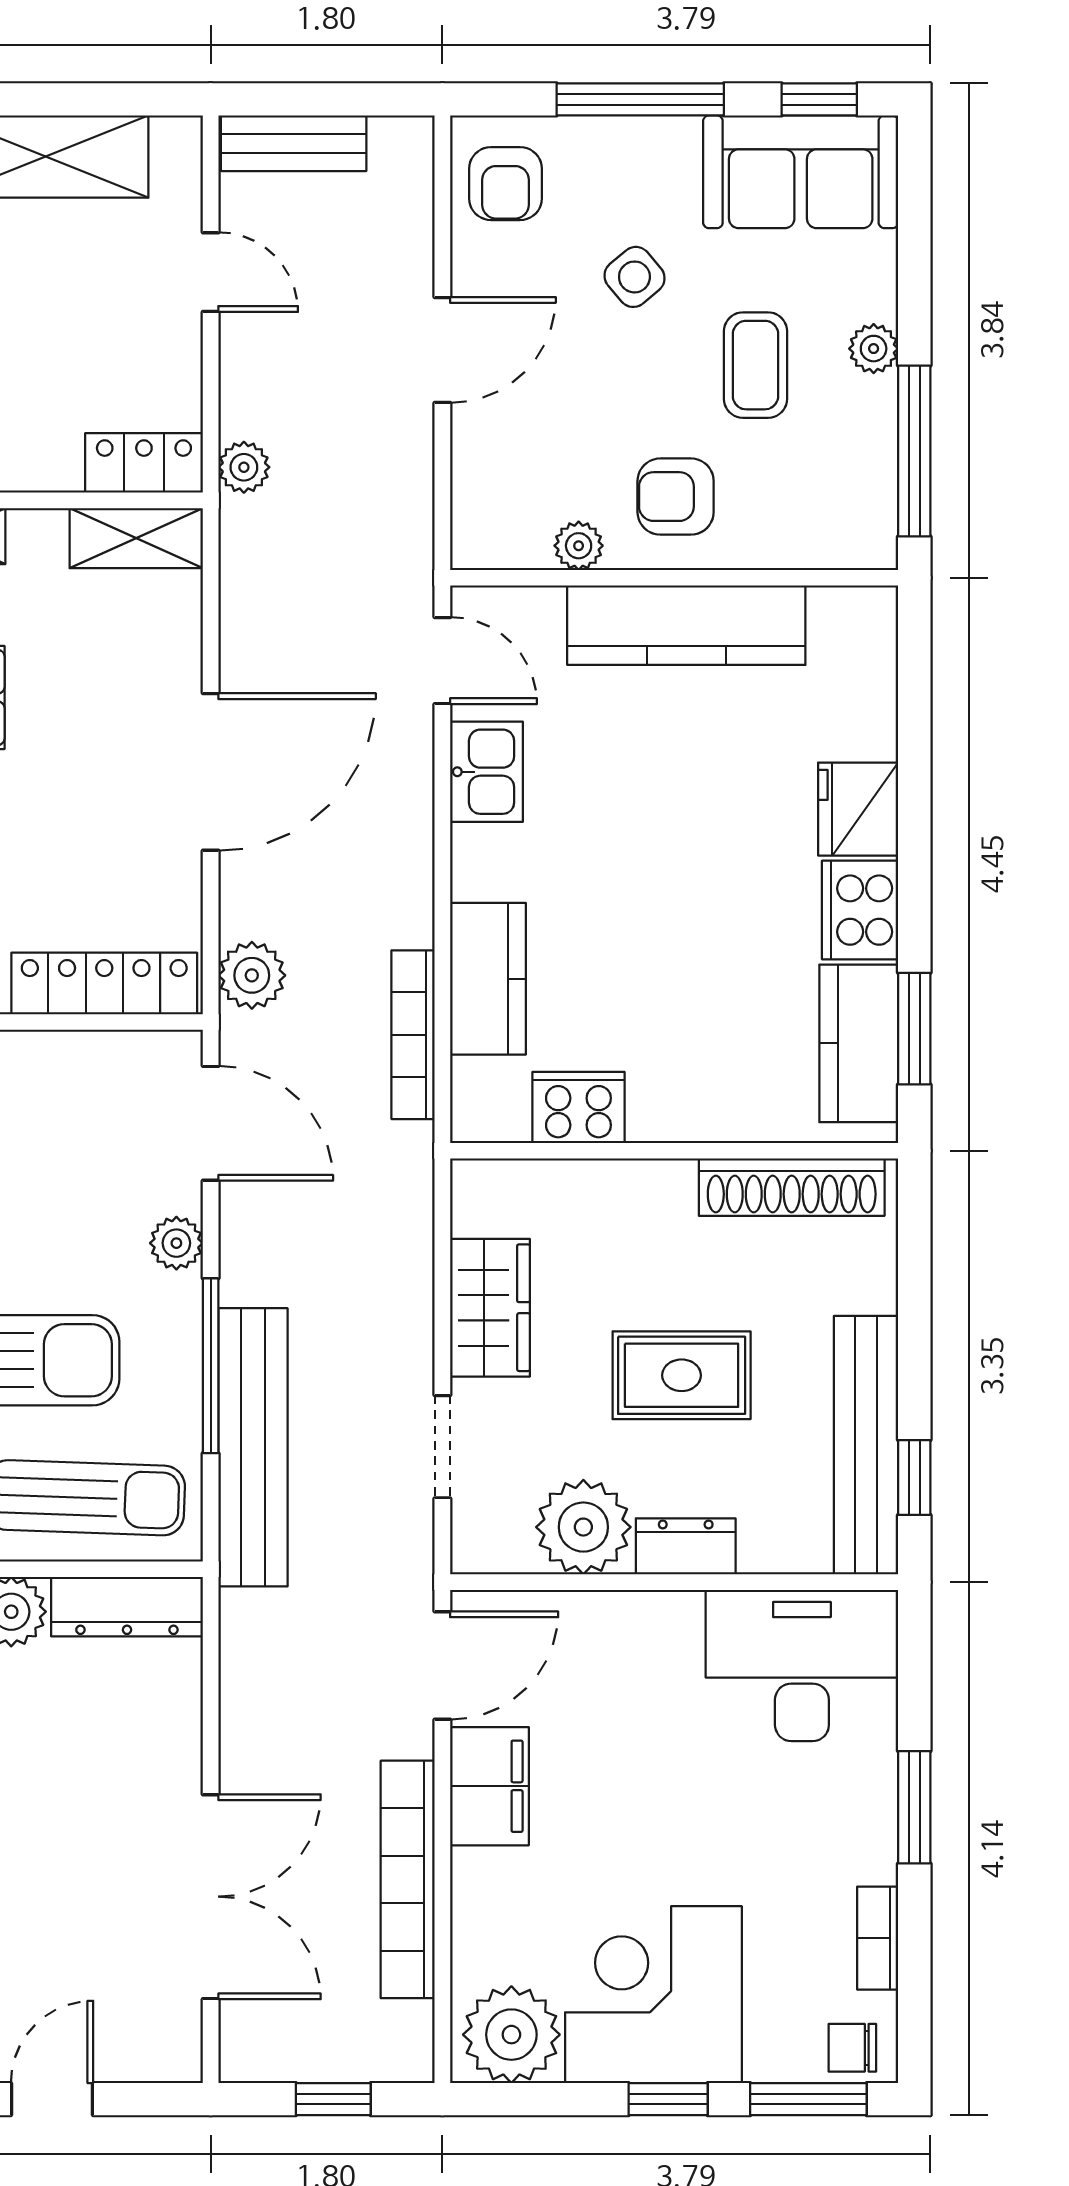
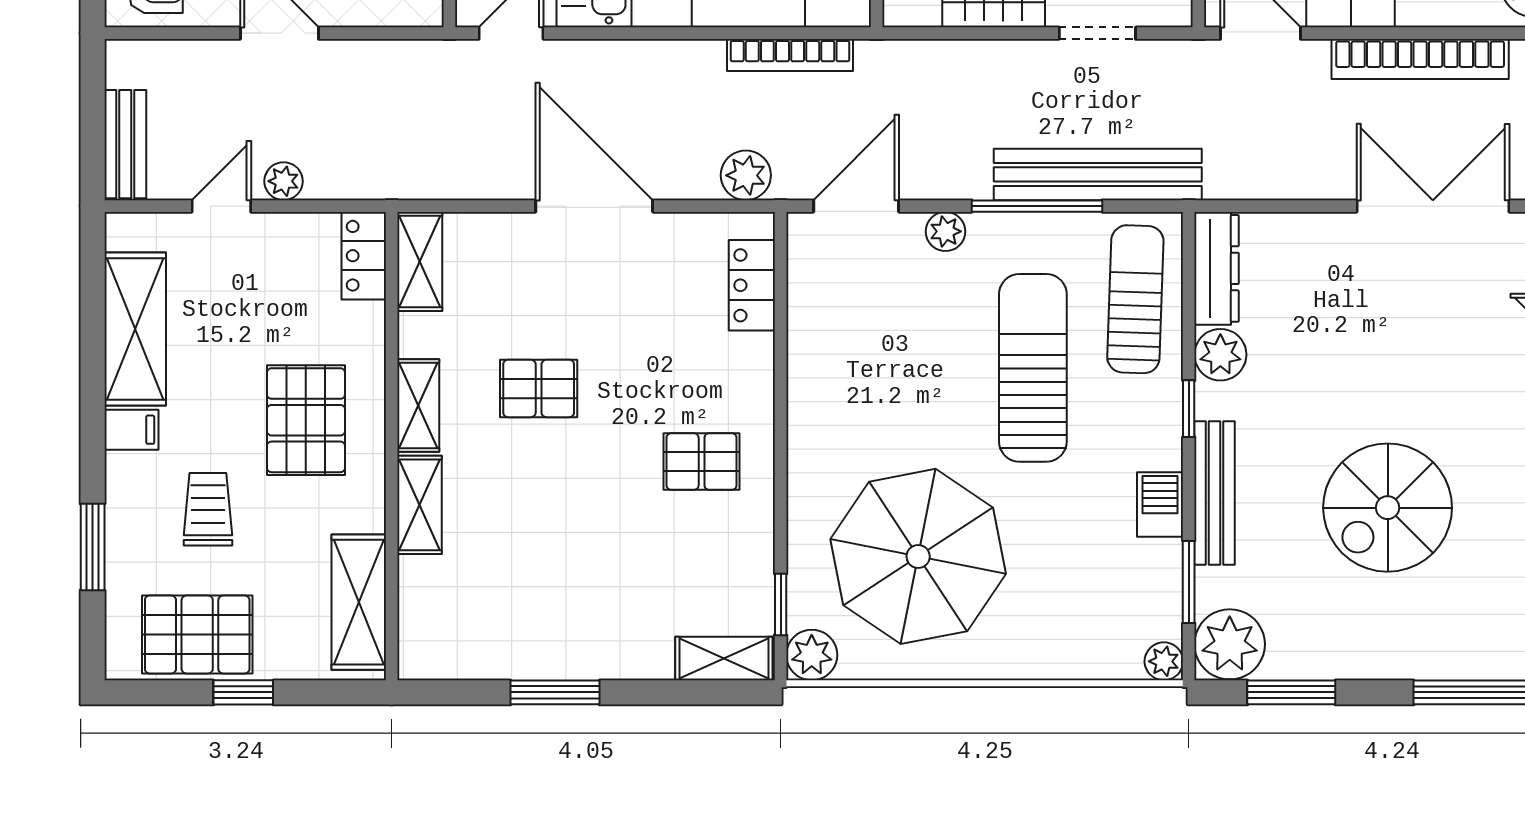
plant: (244, 467) -> (284, 181), moved
locker: (104, 983) -> (752, 285), width x0.66

